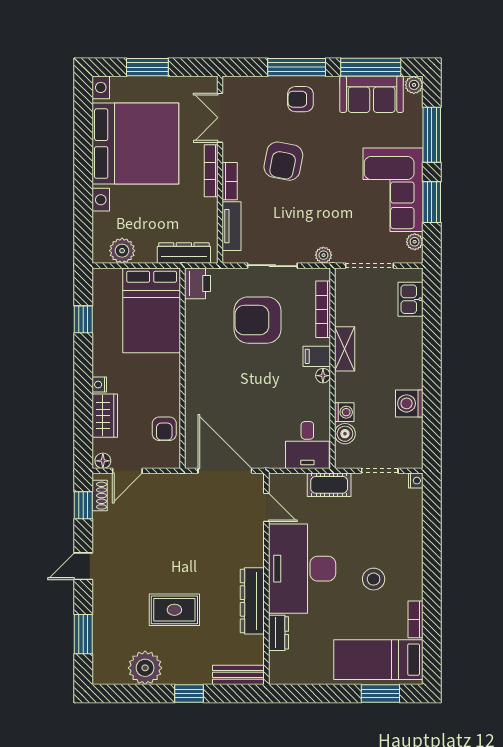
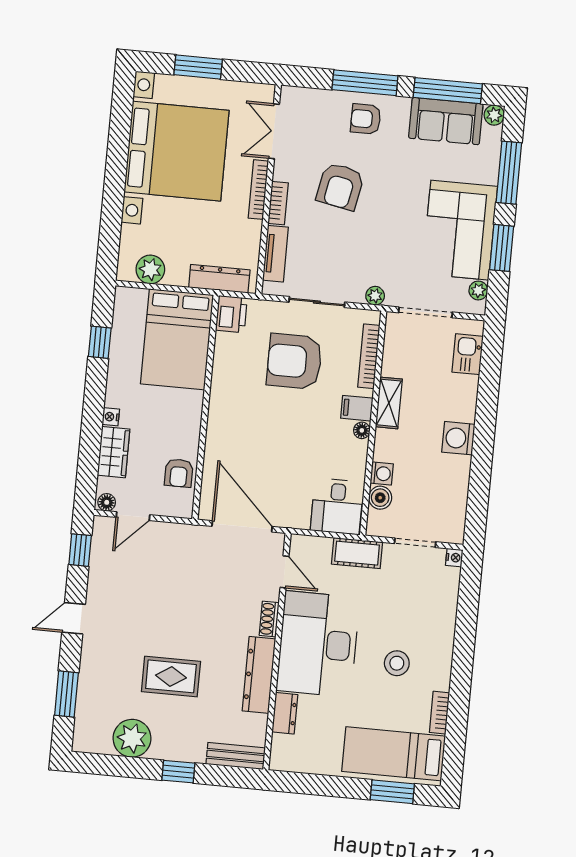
washing machine: (409, 403) -> (458, 438), moved
shoe rack: (100, 496) -> (269, 619), moved, turned 180

